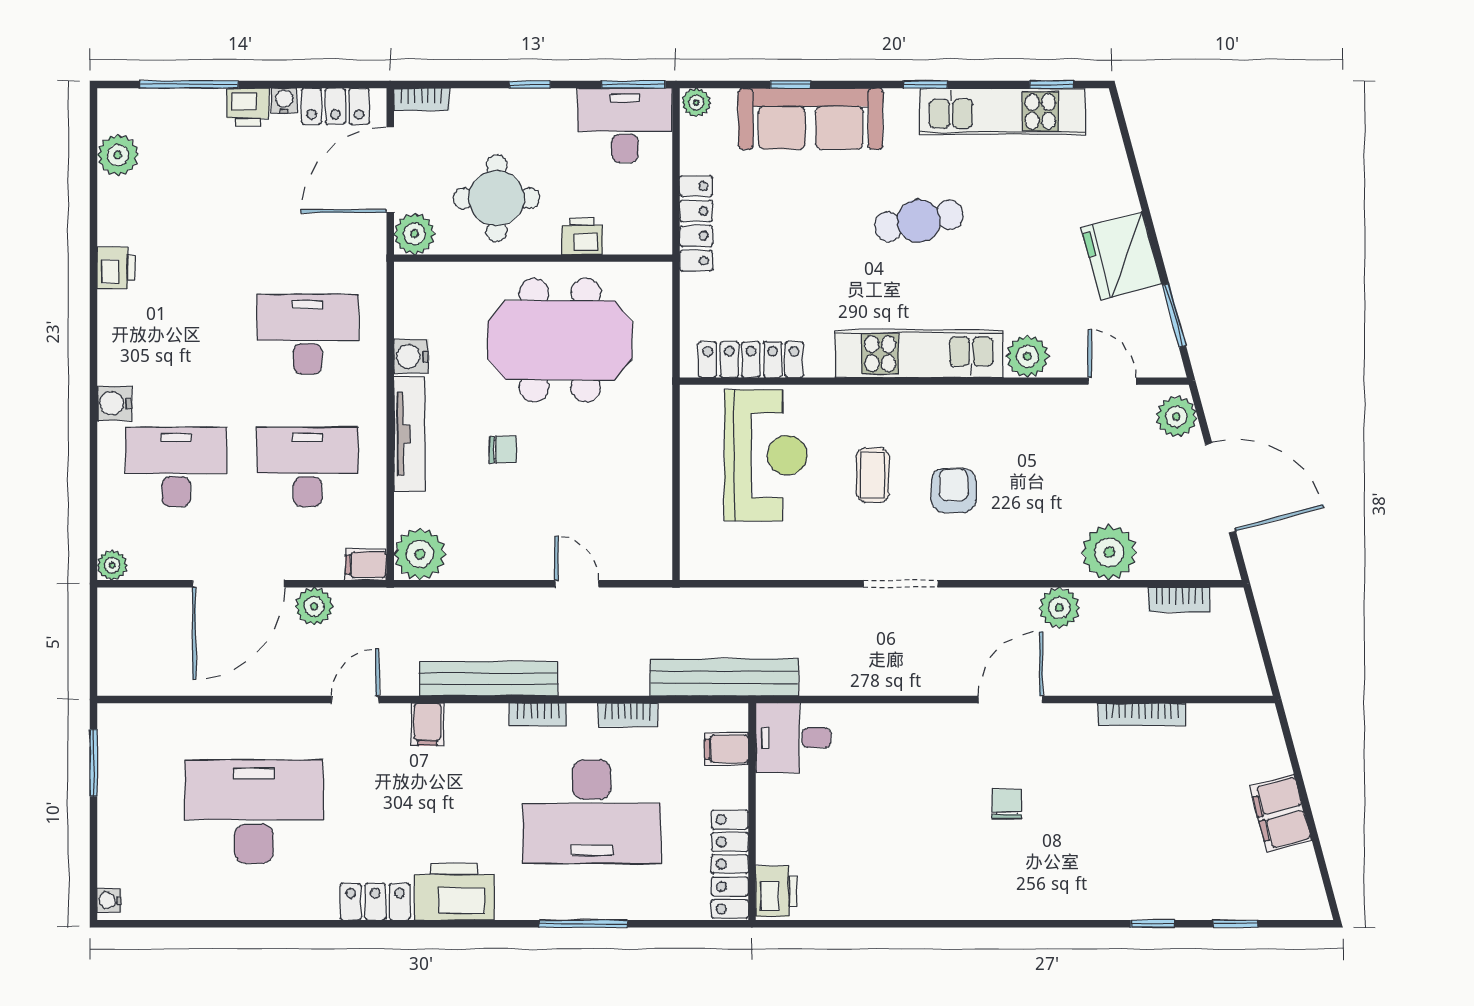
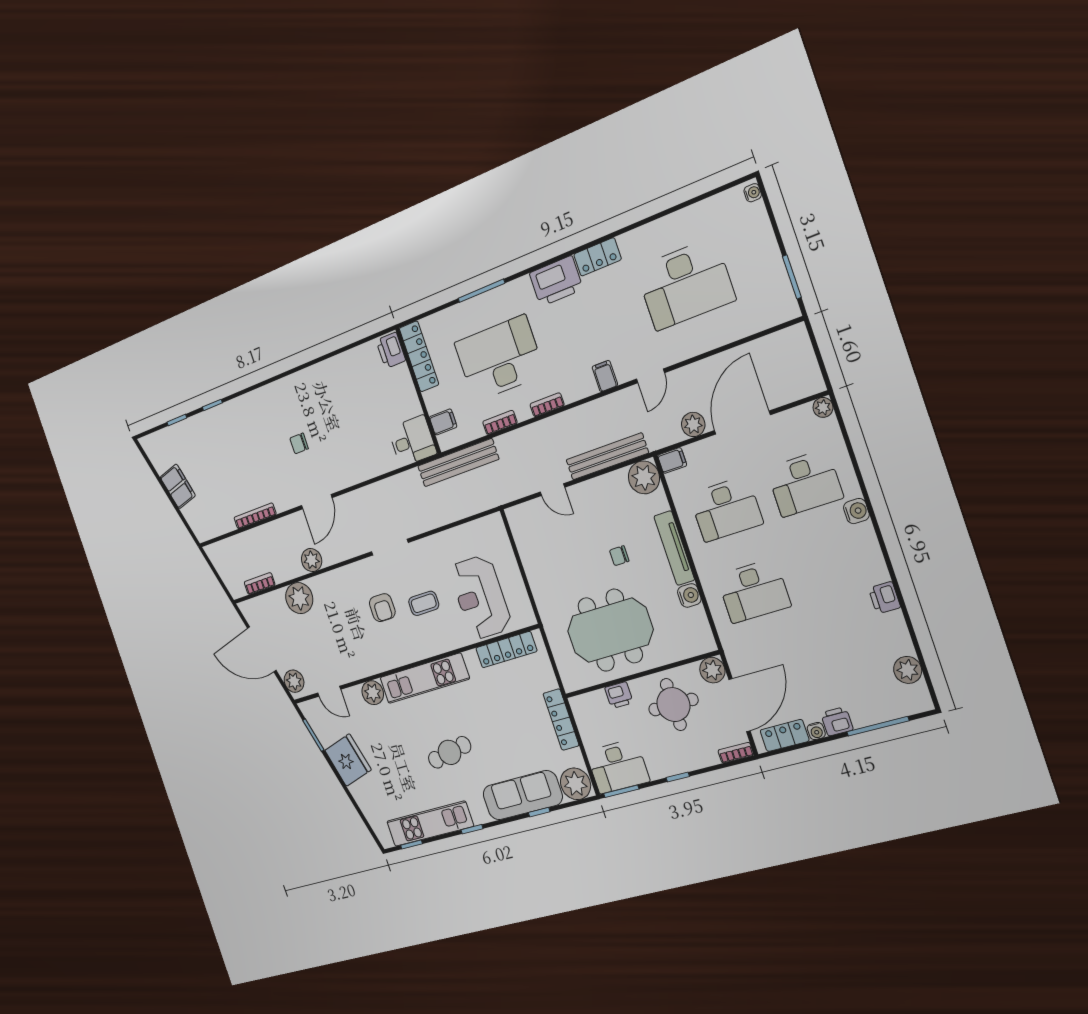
plant: (696, 102) -> (576, 784), width x1.88, depth x1.88
coffee table: (873, 475) -> (424, 603), turned 90
bench: (489, 679) -> (607, 456), moved
chair: (1007, 804) -> (299, 443), turned 90

